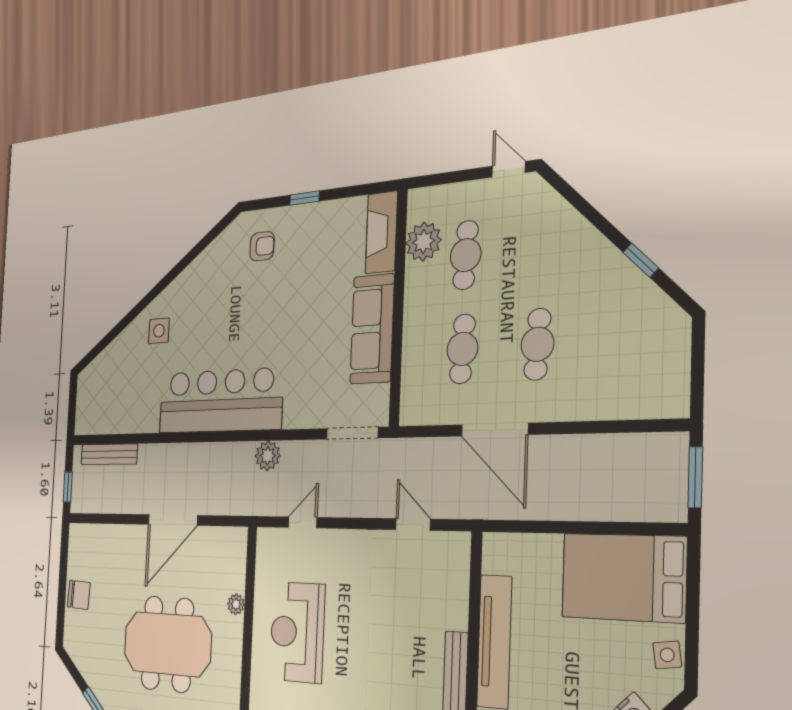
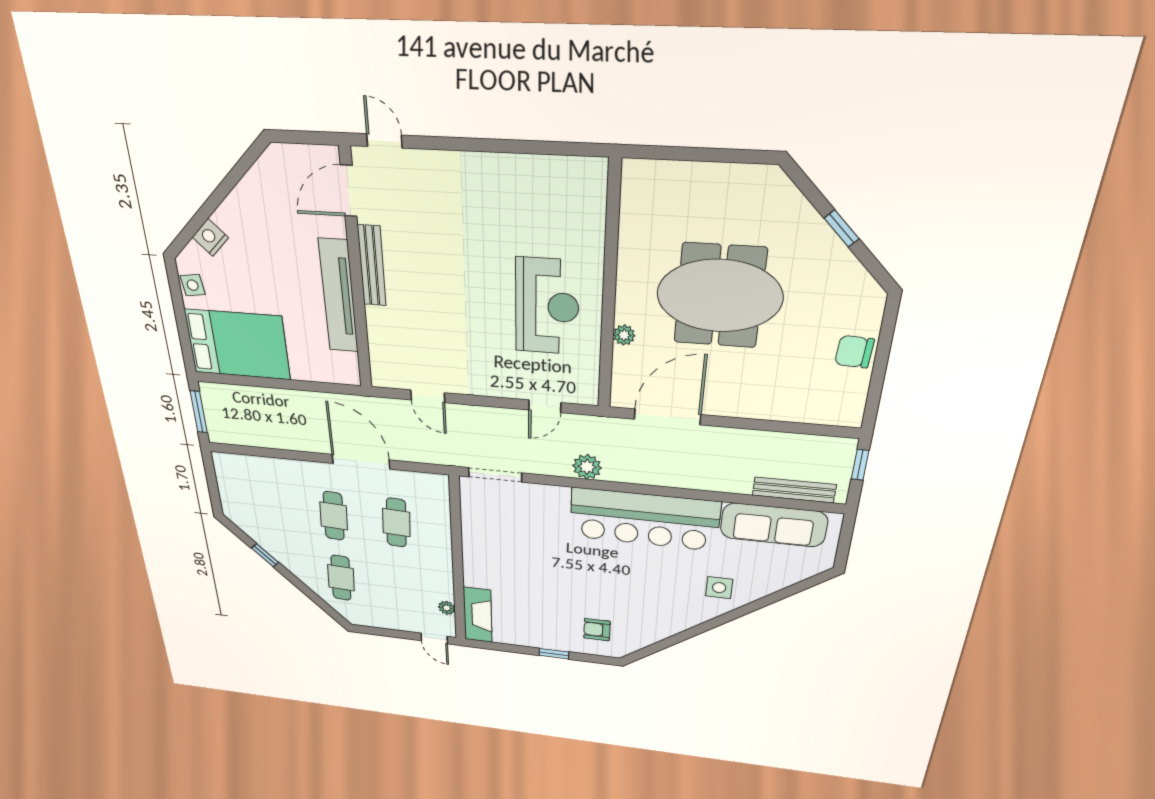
door: (509, 169) -> (434, 639), moved
plant: (423, 242) -> (447, 608), width x0.53, depth x0.53
cafe table: (466, 255) -> (341, 578), moved
sofa: (372, 329) -> (774, 525), moved, turned 90
door: (173, 520) -> (667, 417), moved

